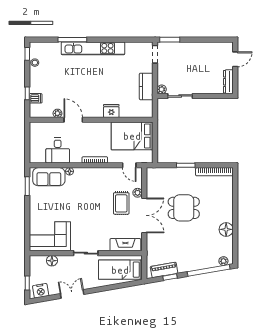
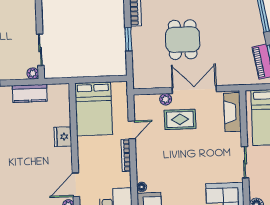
door: (129, 165) -> (132, 130), moved

